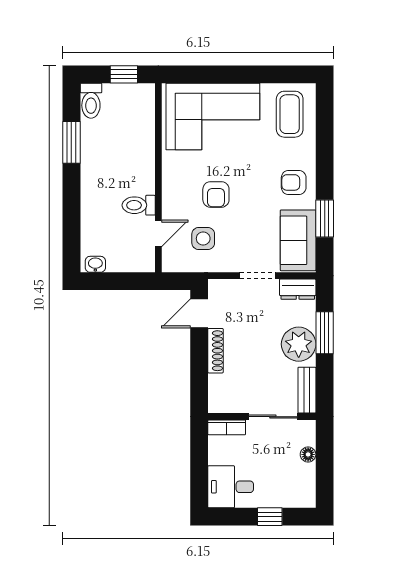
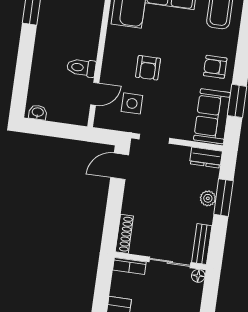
doorway: (258, 276) -> (154, 139), moved
plant: (299, 344) -> (208, 198), width x0.53, depth x0.53
shoe rack: (215, 351) -> (124, 234), moved
floor lamp: (308, 454) -> (198, 276), moved

